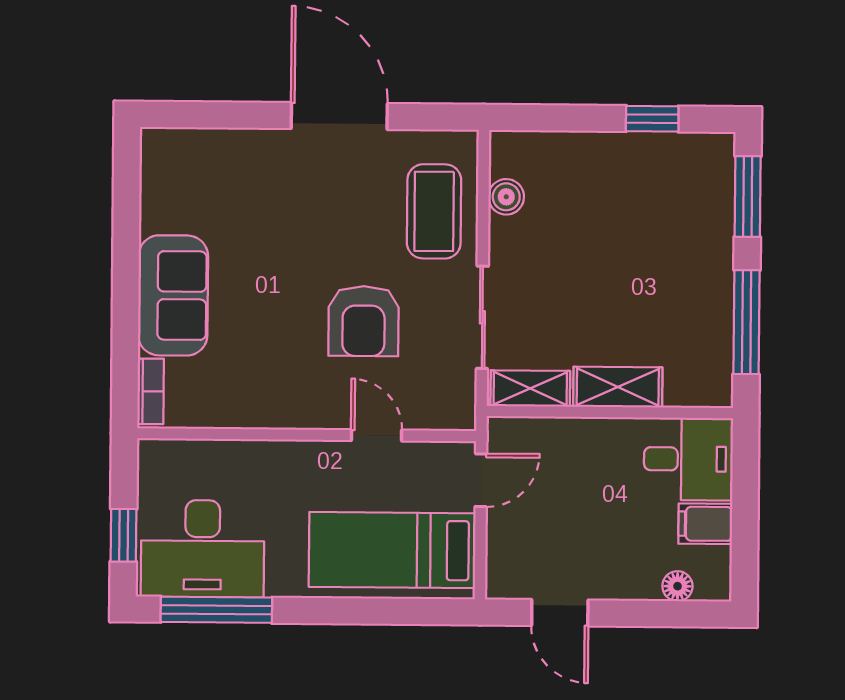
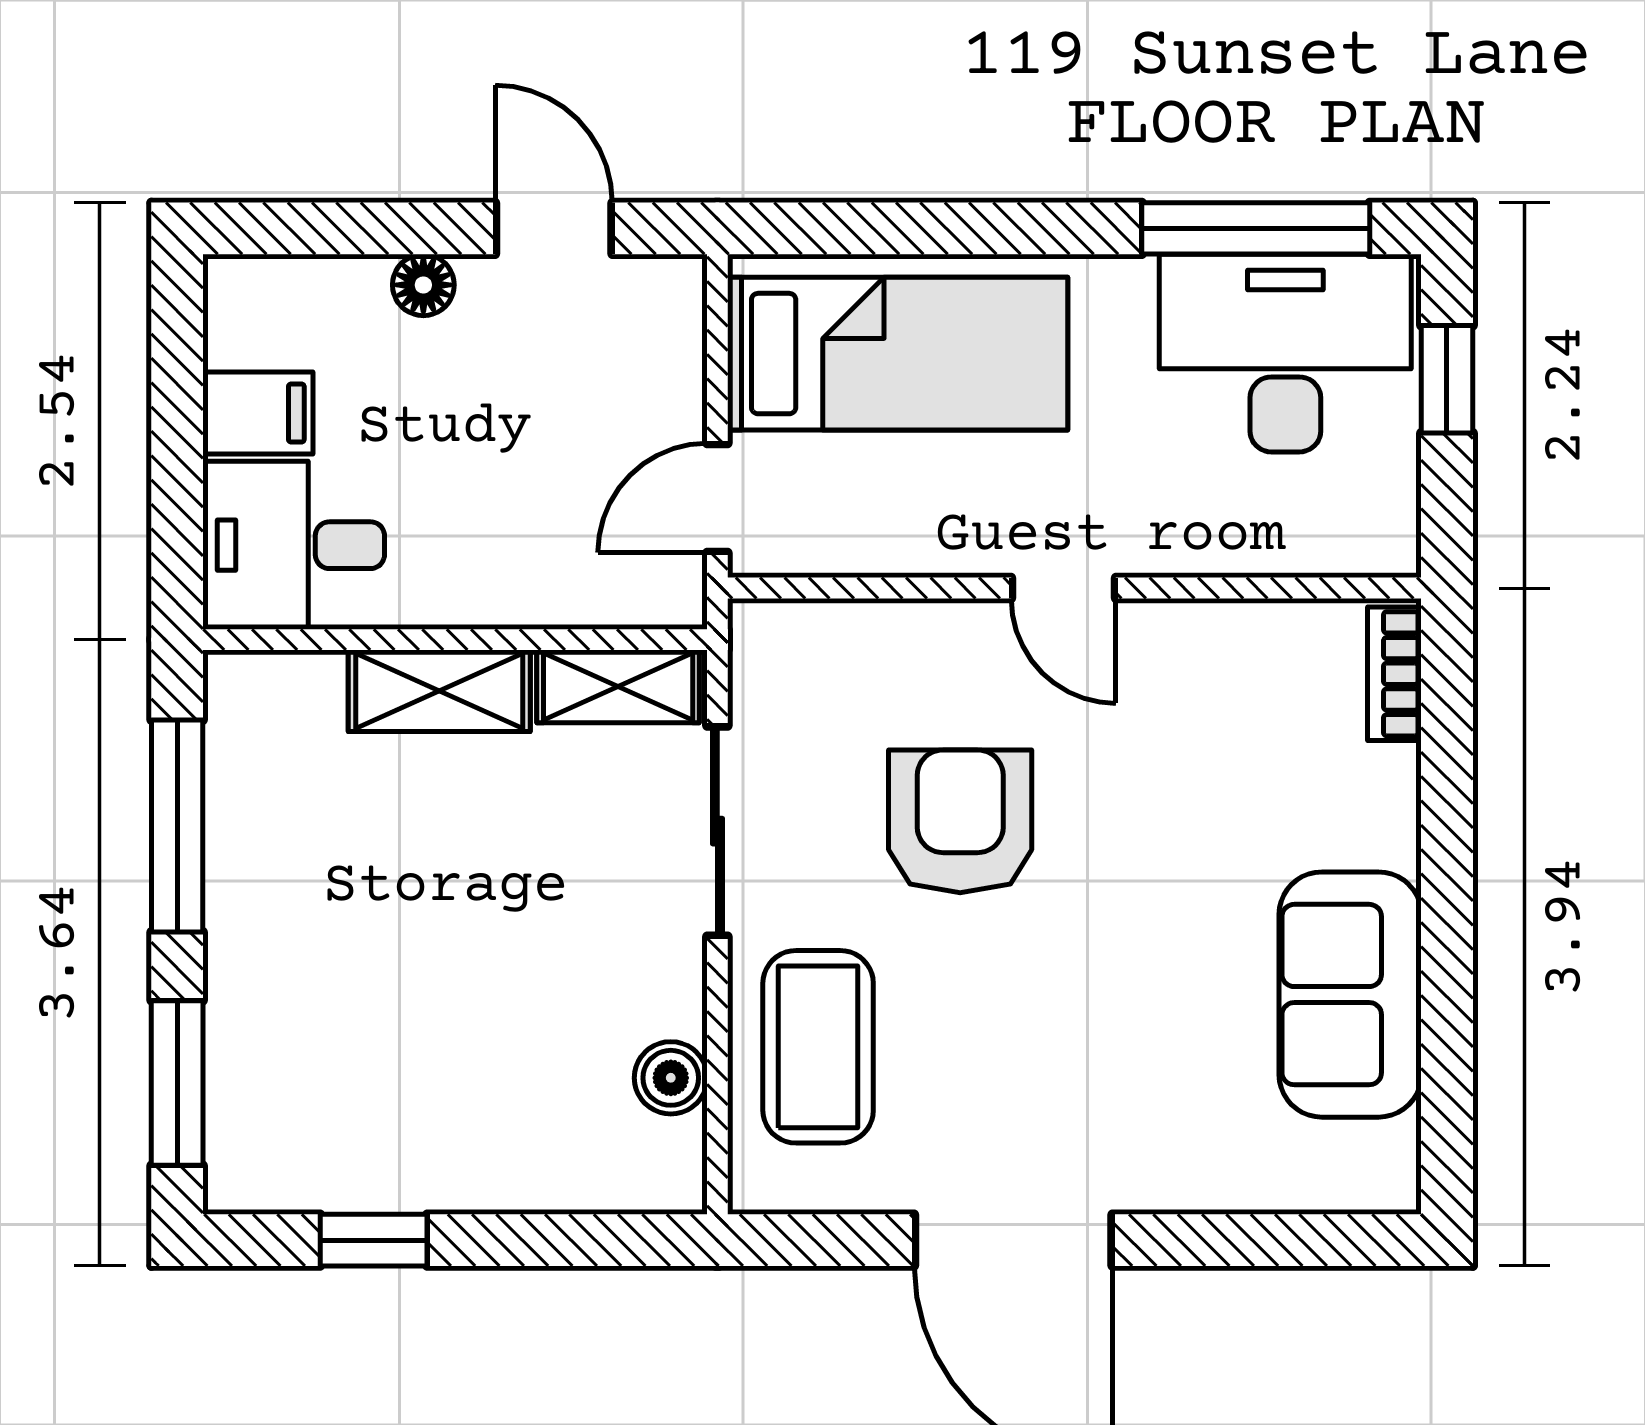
sofa: (173, 295) -> (1350, 995), moved
door: (377, 435) -> (1064, 588), moved
floor lamp: (677, 586) -> (423, 285), moved

